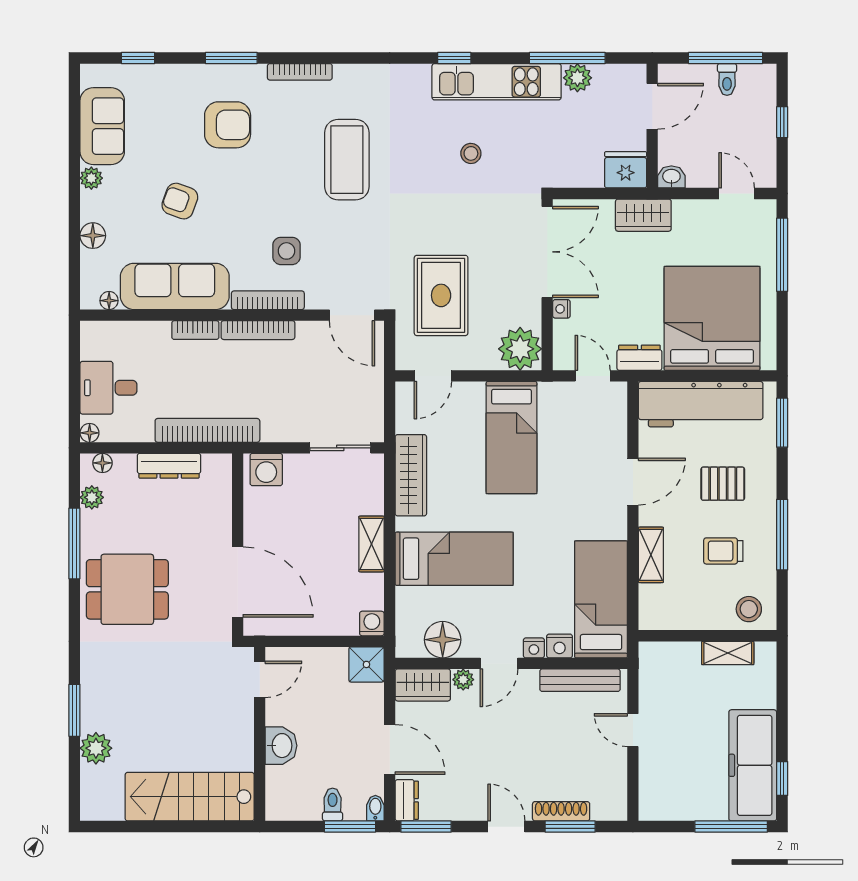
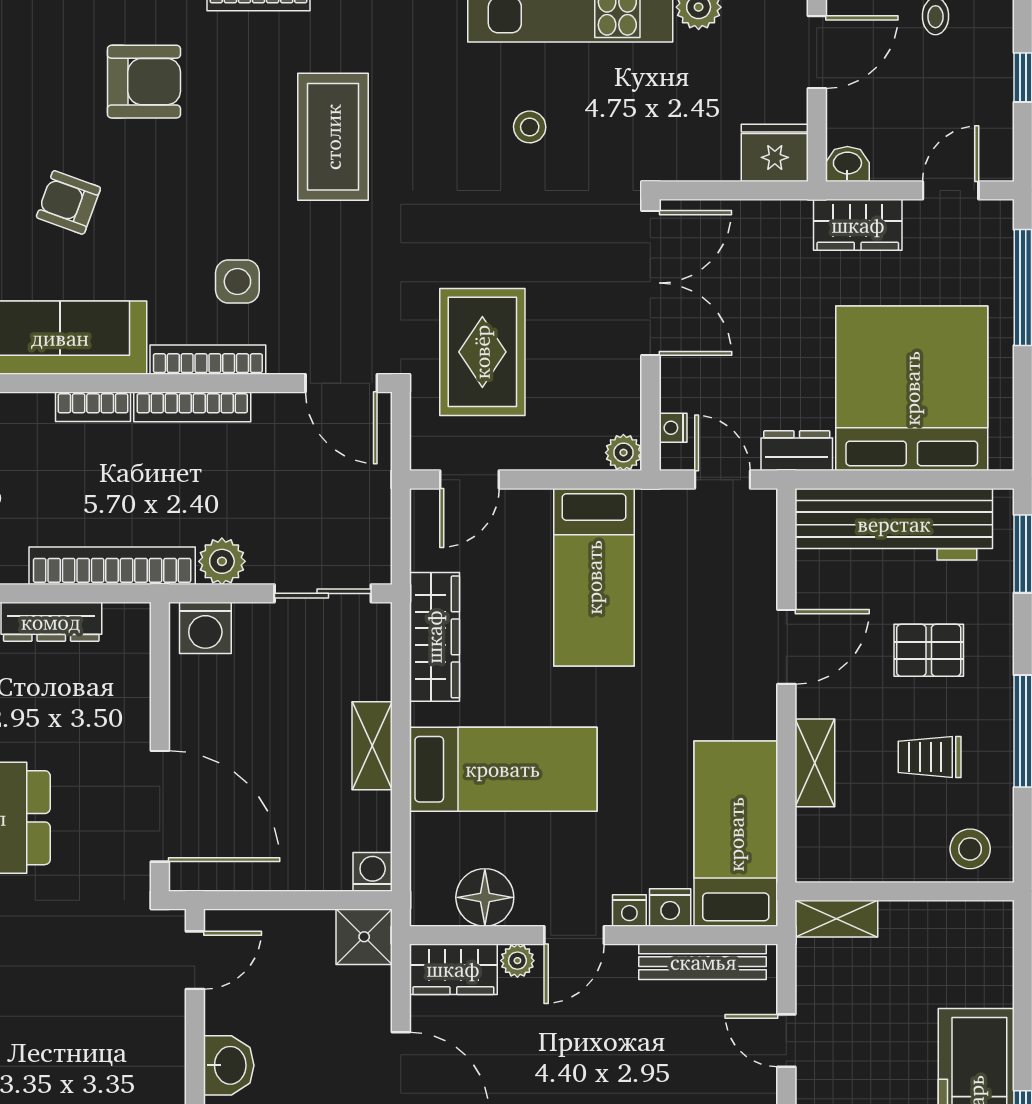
door: (737, 193) -> (951, 190), hinge flipped
wardrobe: (643, 215) -> (858, 225), moved
nightstand: (561, 309) -> (673, 428), moved
plant: (520, 349) -> (623, 453), width x0.53, depth x0.53
plant: (277, 428) -> (222, 561), added
shelving: (728, 653) -> (836, 919), moved

